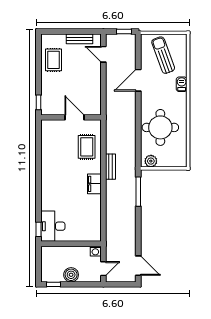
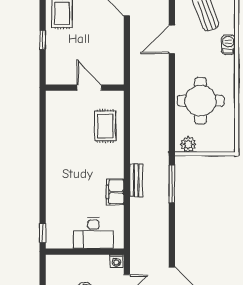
window: (38, 102) -> (43, 40), moved
bench: (111, 167) -> (136, 180), moved
filing cabinet: (94, 184) -> (115, 192), moved
desk: (53, 226) -> (93, 233), moved, turned -90

